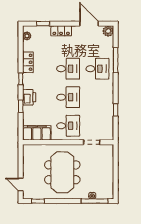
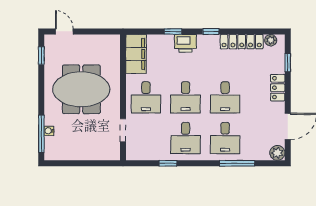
locker: (28, 62) -> (242, 42), width x1.53
desk: (97, 97) -> (186, 138), added
door: (21, 185) -> (64, 31), hinge flipped

